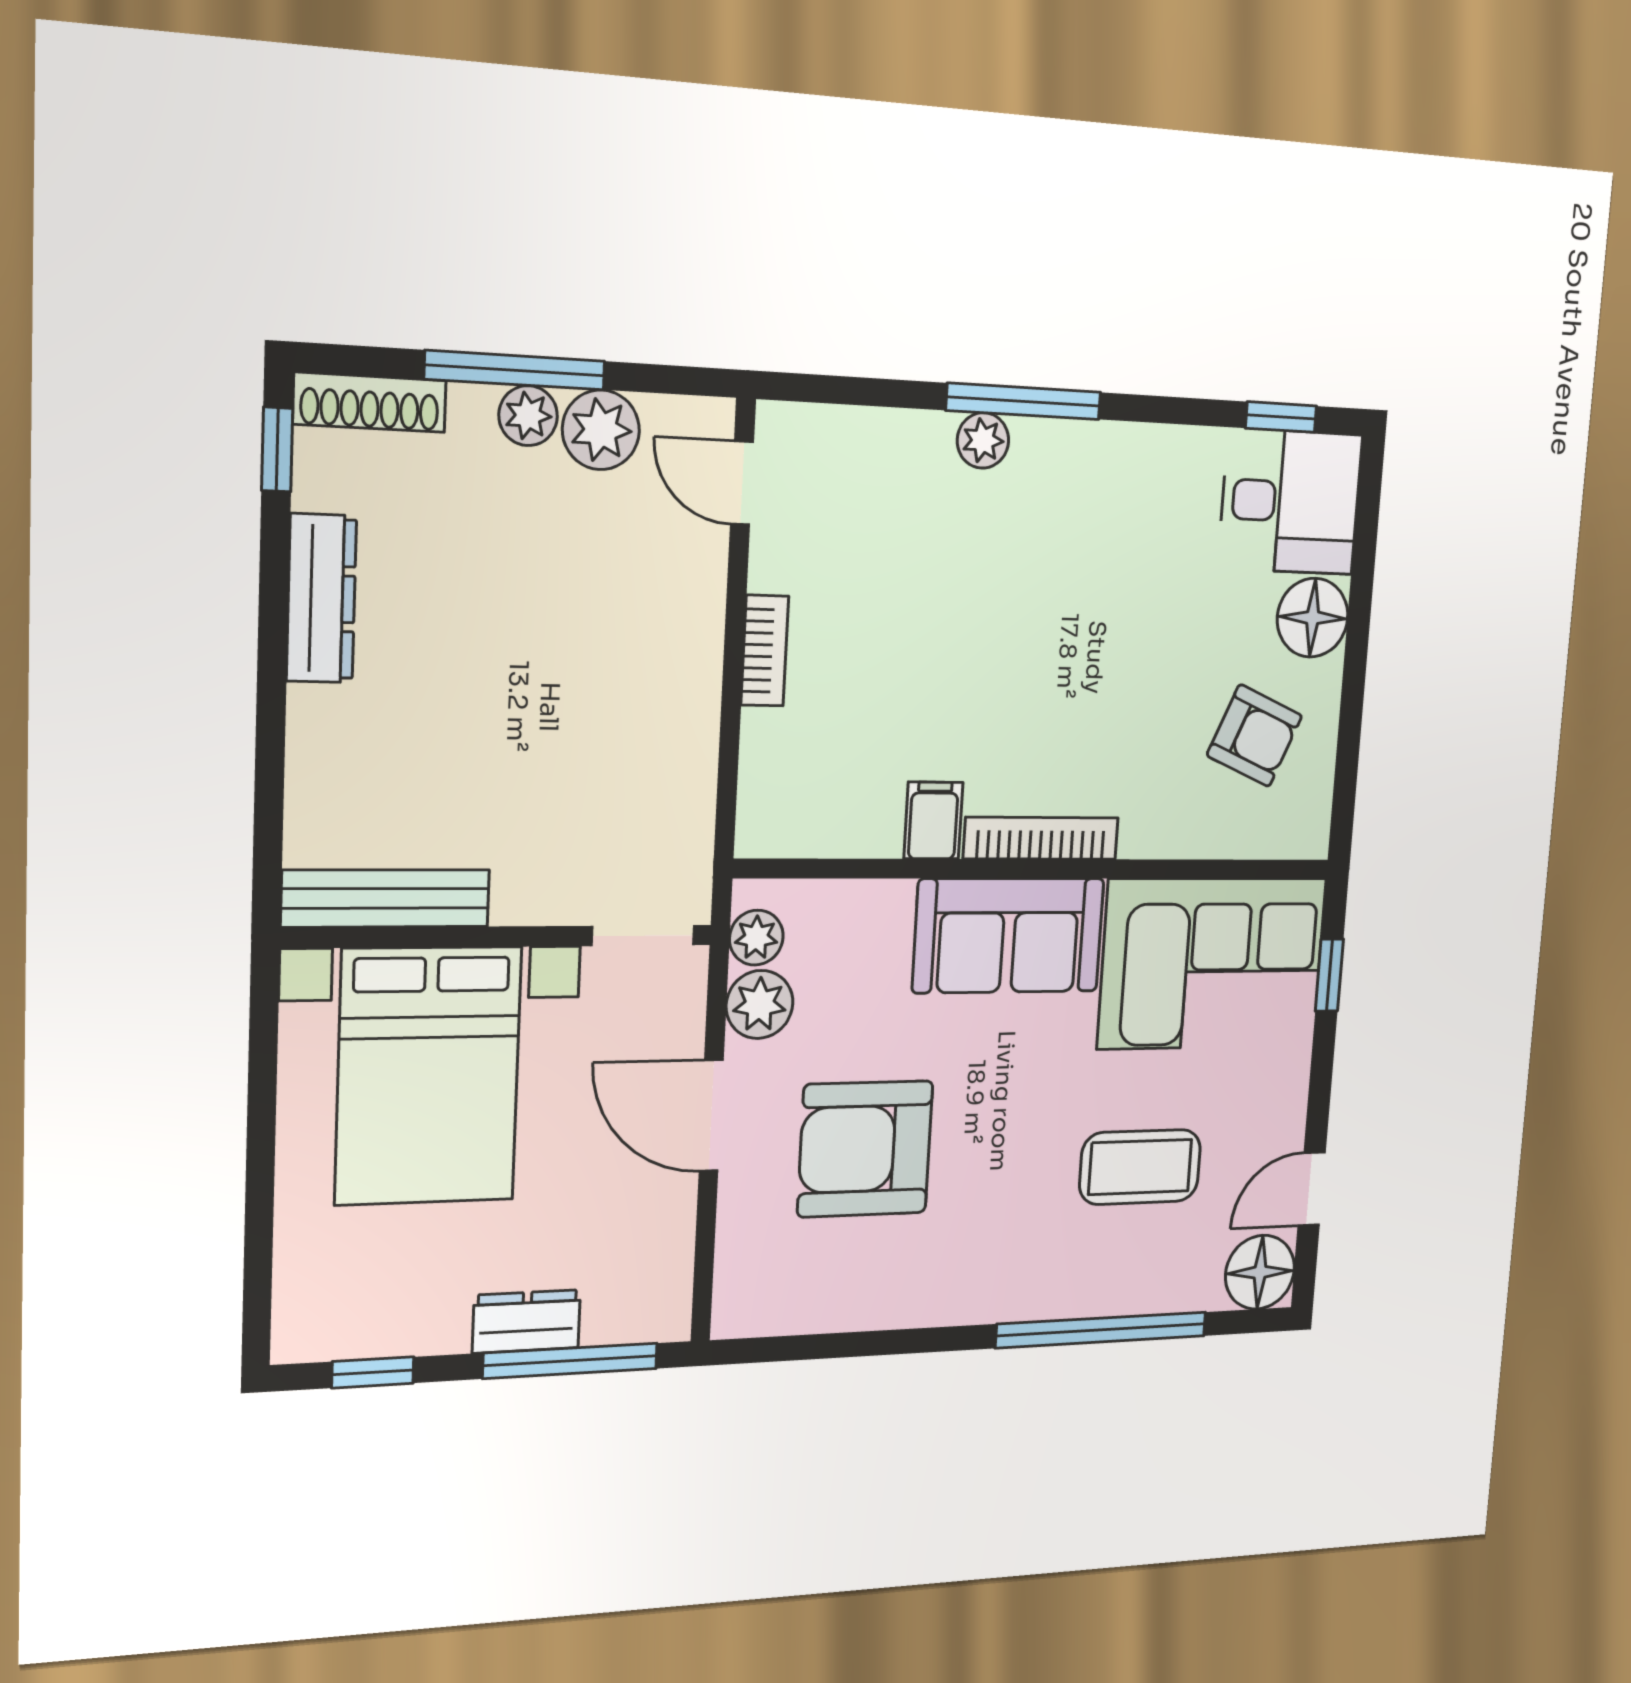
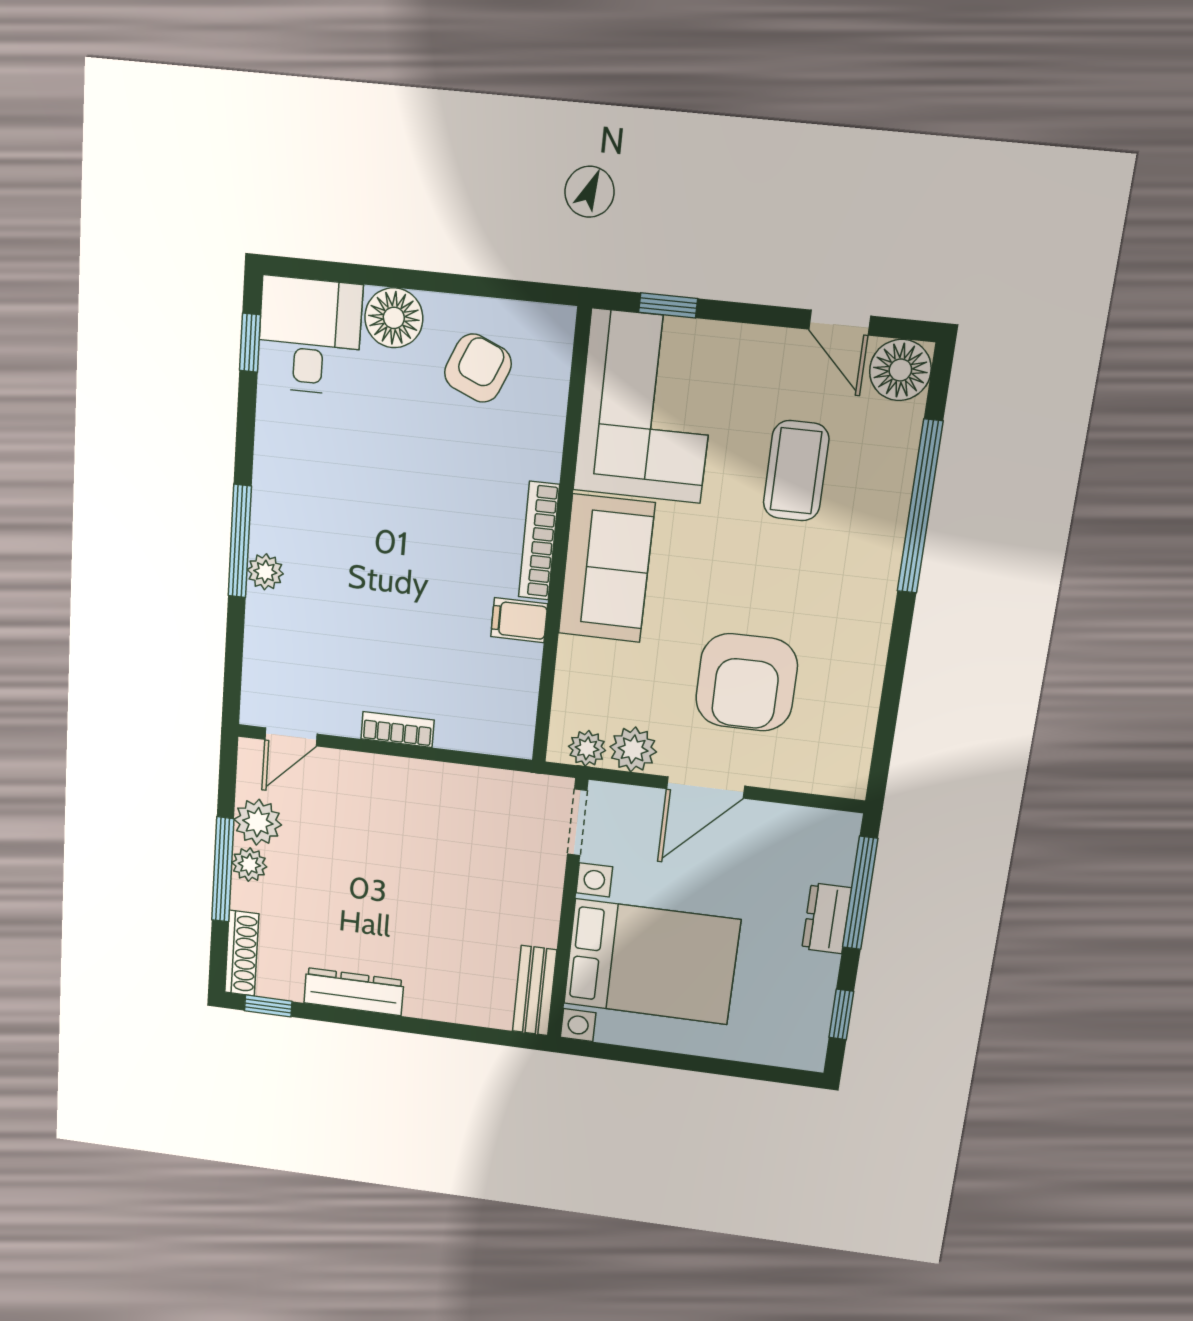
bench: (386, 898) -> (535, 991), width x0.73

